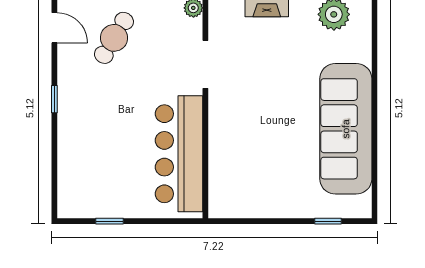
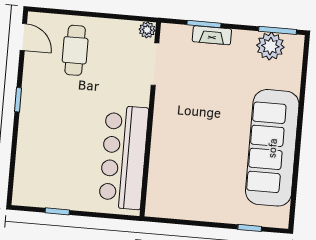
cafe table: (114, 38) -> (75, 50), turned -31
doorway: (205, 64) -> (155, 64), moved

